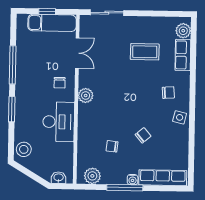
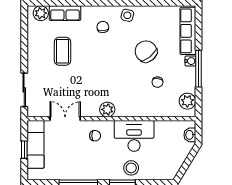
chair: (143, 135) -> (146, 51), width x1.87, depth x1.87
stool: (24, 149) -> (131, 168), moved

